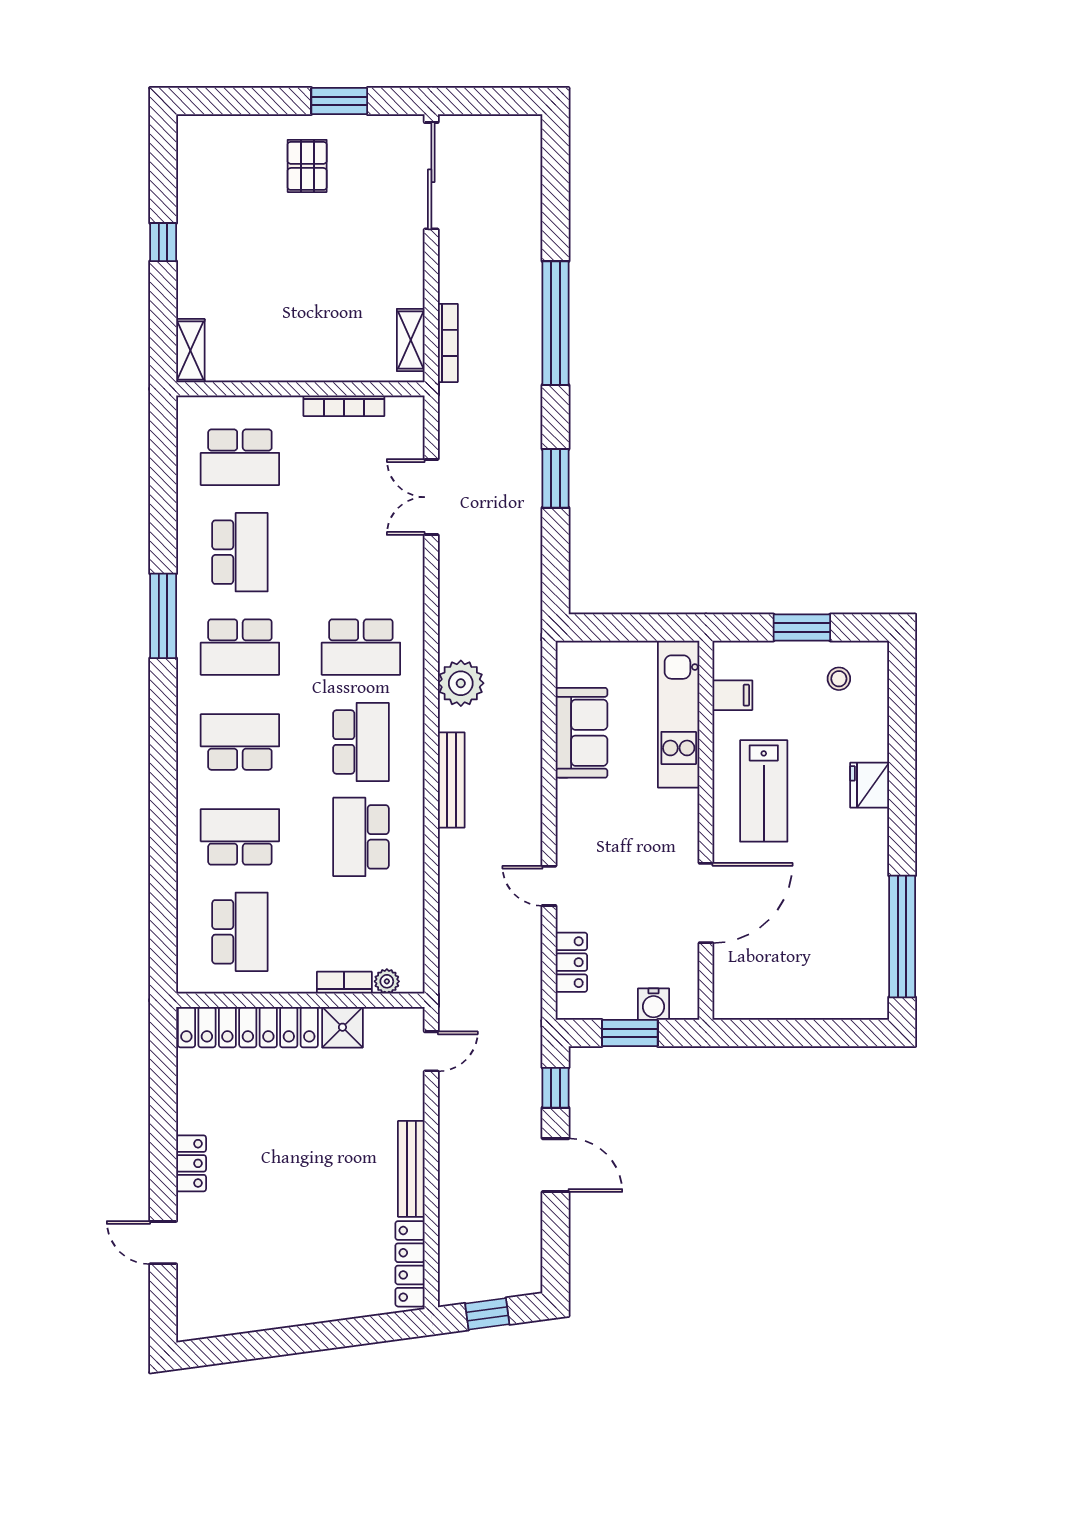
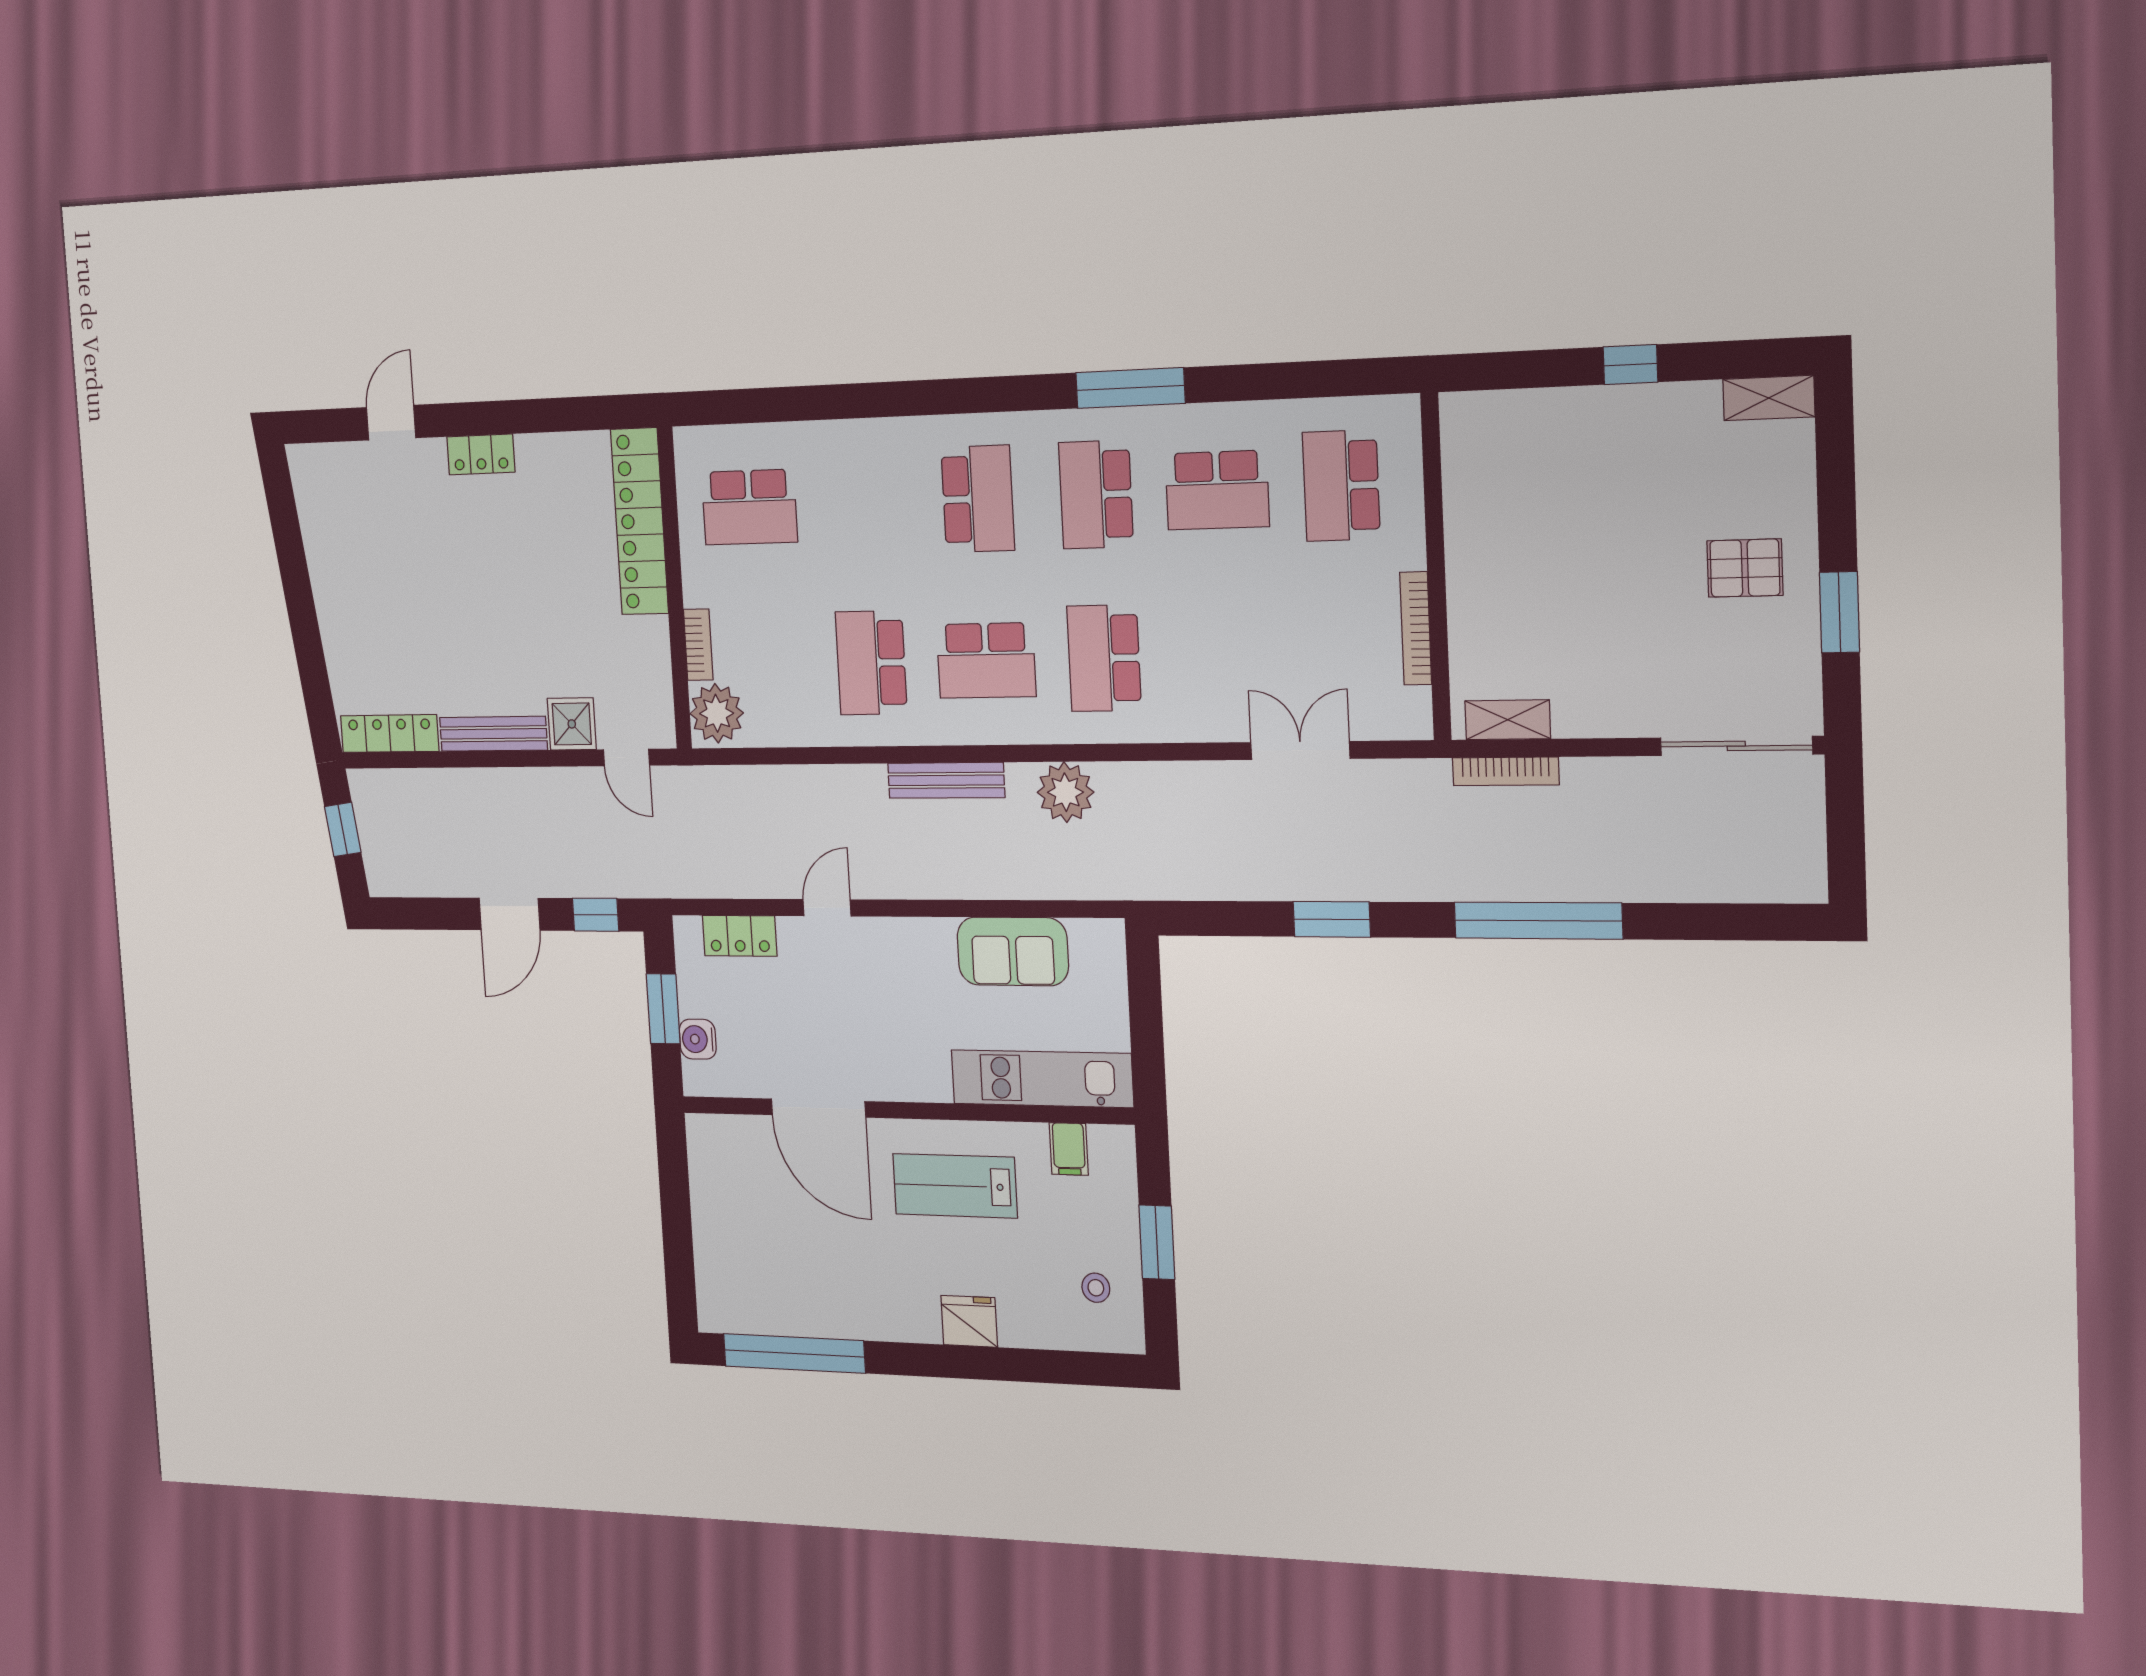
shelving: (190, 350) -> (1769, 398), moved
school desk: (240, 837) -> (862, 503), removed
school desk: (361, 837) -> (871, 663), turned -90
plant: (387, 981) -> (717, 713), width x1.88, depth x1.88
shower: (342, 1027) -> (572, 724), moved

